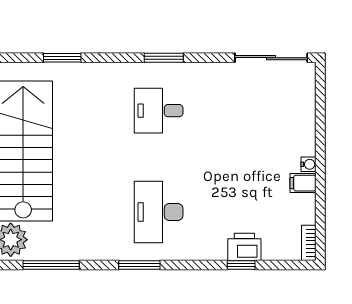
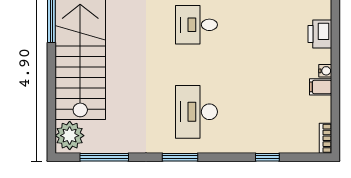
printer: (244, 247) -> (320, 34), moved, turned -90

